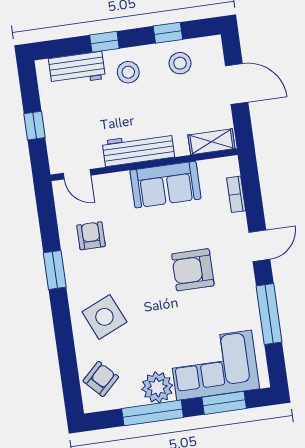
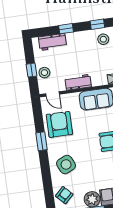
stool: (128, 72) -> (44, 73), moved
workbench: (138, 149) -> (78, 82), width x0.73
armchair: (91, 236) -> (59, 124), width x1.88, depth x1.88

